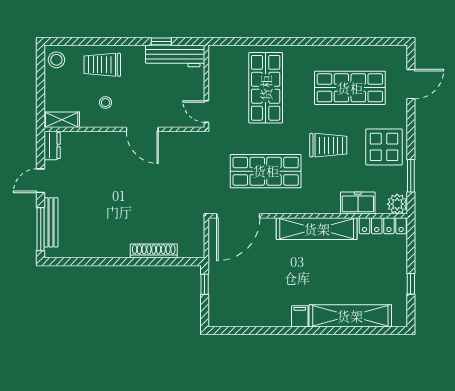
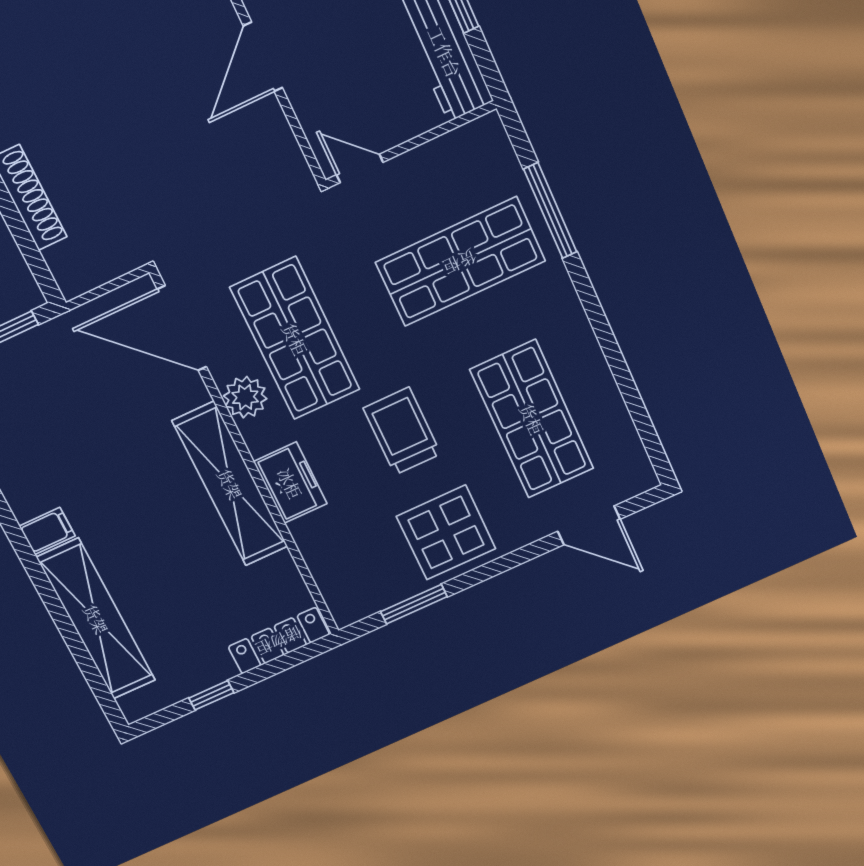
window: (262, 41) -> (550, 211), added
door: (206, 111) -> (360, 168), hinge flipped
trolley: (328, 145) -> (402, 431), turned 180
freezer: (358, 203) -> (290, 483), moved
plant: (397, 204) -> (245, 397), moved
locker: (383, 226) -> (279, 641), moved, turned 90

